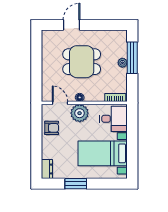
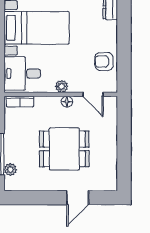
plant: (122, 63) -> (10, 169), moved
plant: (80, 113) -> (62, 86), width x0.53, depth x0.53

